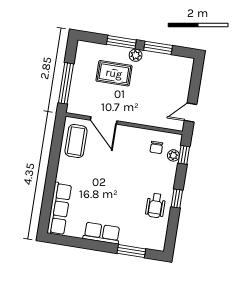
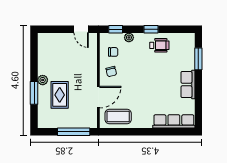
window: (158, 48) -> (34, 63), removed
chair: (133, 141) -> (111, 72), added
plant: (173, 155) -> (129, 37), moved

